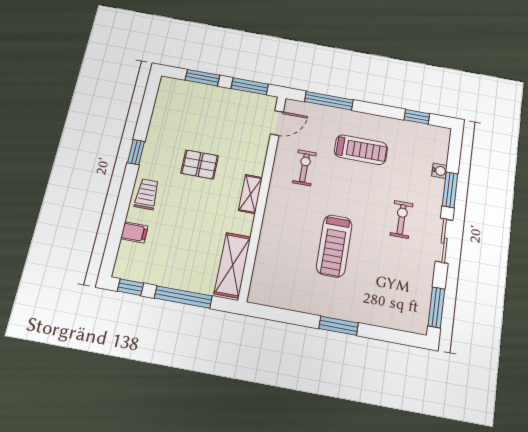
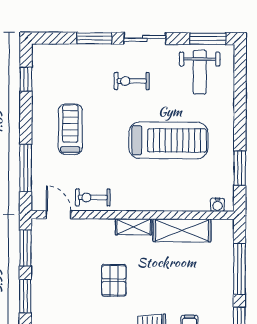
exercise bike: (304, 168) -> (93, 197), moved
water cooler: (439, 171) -> (218, 205), moved, turned 180
treadmill: (334, 246) -> (168, 140), width x1.37, depth x1.38
shelving: (233, 265) -> (182, 230), moved
weight bench: (402, 292) -> (200, 72), added
window: (339, 326) -> (240, 168), moved

